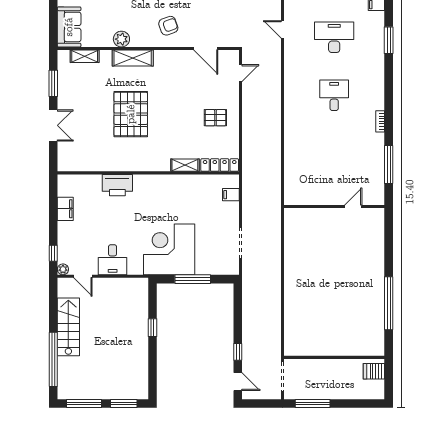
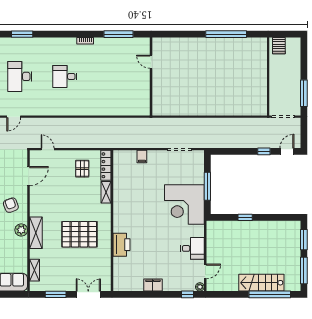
plant: (121, 39) -> (21, 230), moved
shelving: (185, 165) -> (106, 192), moved
locker: (220, 165) -> (106, 165), moved
wall: (148, 173) -> (112, 221), moved
printer: (117, 185) -> (121, 245), moved
stairs: (68, 327) -> (261, 283), moved

